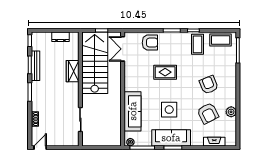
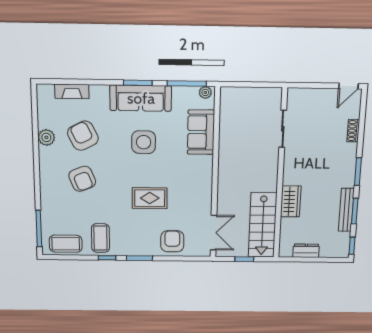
armchair: (150, 43) -> (172, 241), turned 90
stairs: (95, 63) -> (263, 225), width x0.73, depth x0.66
sofa: (133, 111) -> (201, 132), width x0.73

